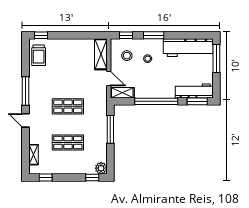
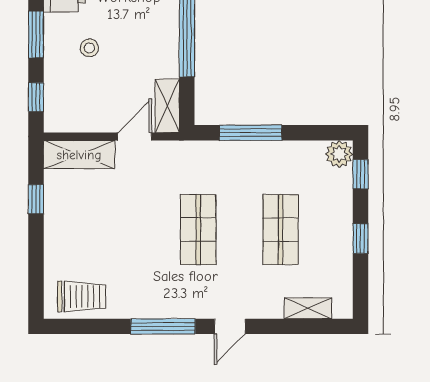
window: (41, 35) -> (36, 199), moved
stool: (127, 56) -> (83, 95), removed
window: (46, 178) -> (360, 239), moved

